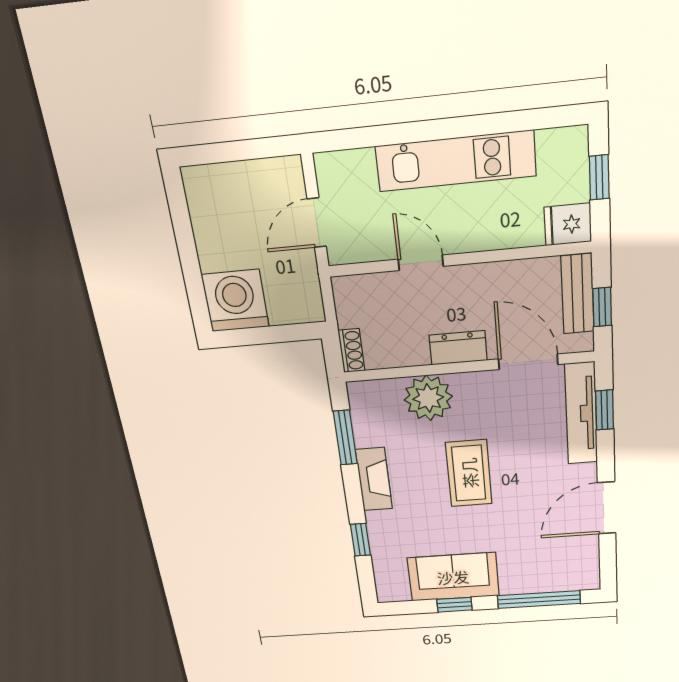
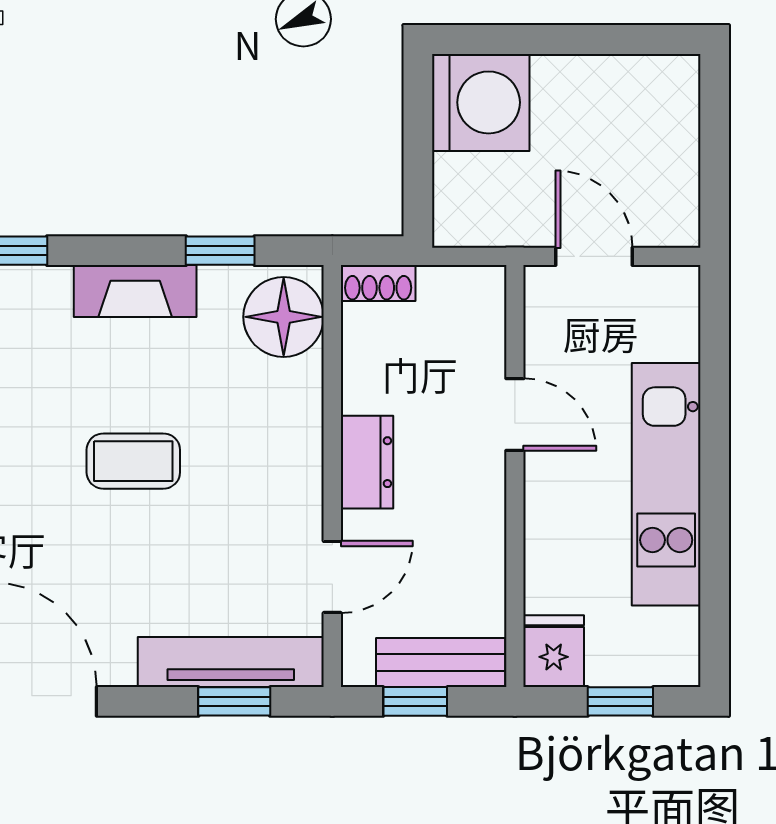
door: (421, 263) -> (515, 415), hinge flipped
door: (528, 362) -> (332, 577), width x0.73
plant: (428, 398) -> (282, 403), removed
floor lamp: (378, 401) -> (284, 317), added
window: (345, 438) -> (220, 251), width x0.67
coffee table: (469, 473) -> (133, 461), width x0.73, depth x0.77

